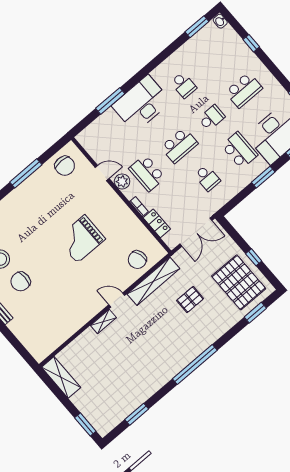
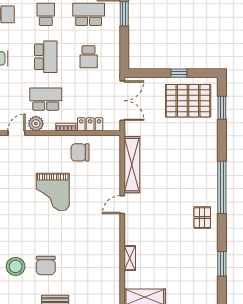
school desk: (147, 173) -> (46, 99), turned 180
school desk: (207, 178) -> (89, 57), turned 90
chair: (137, 260) -> (80, 152), moved, turned 105
pallet: (190, 300) -> (202, 218), moved
shelving: (103, 321) -> (130, 258), moved

